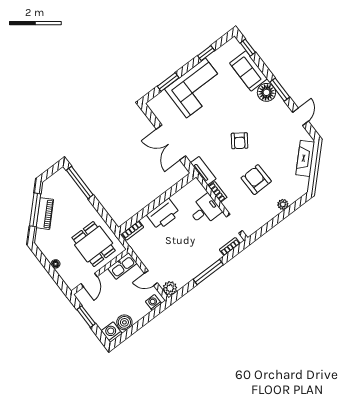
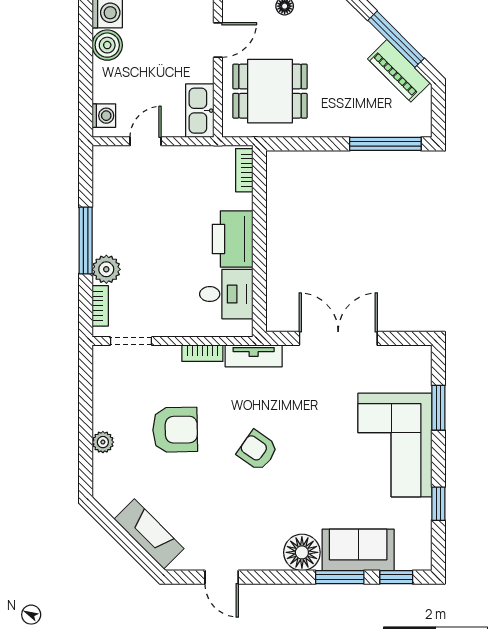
window: (280, 90) -> (340, 577), moved
desk: (205, 210) -> (226, 294), moved, turned -90
piano: (45, 214) -> (399, 71), moved
door: (89, 280) -> (218, 40), swing flipped
plant: (170, 288) -> (106, 269), moved

